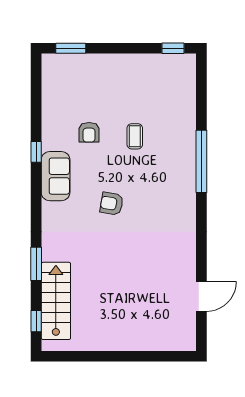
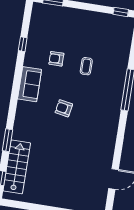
armchair: (89, 132) -> (56, 59), turned 90
window: (36, 152) -> (23, 44), moved

